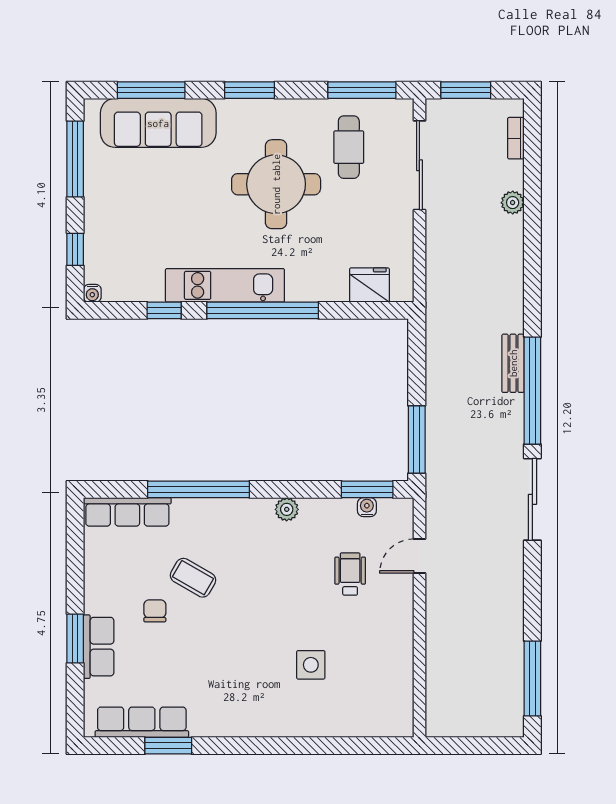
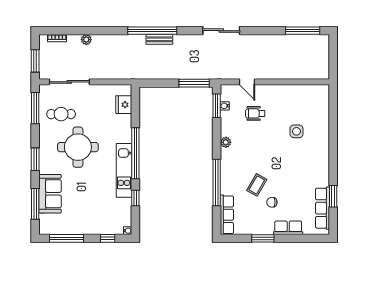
sofa: (158, 123) -> (50, 194), width x0.73
window: (532, 391) -> (152, 31), moved
window: (75, 638) -> (263, 238), moved

